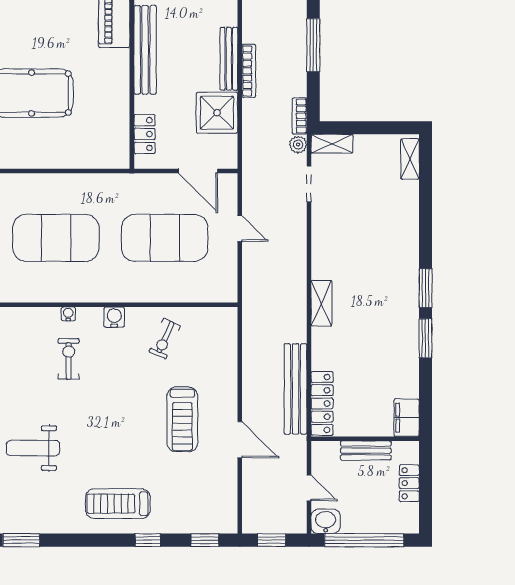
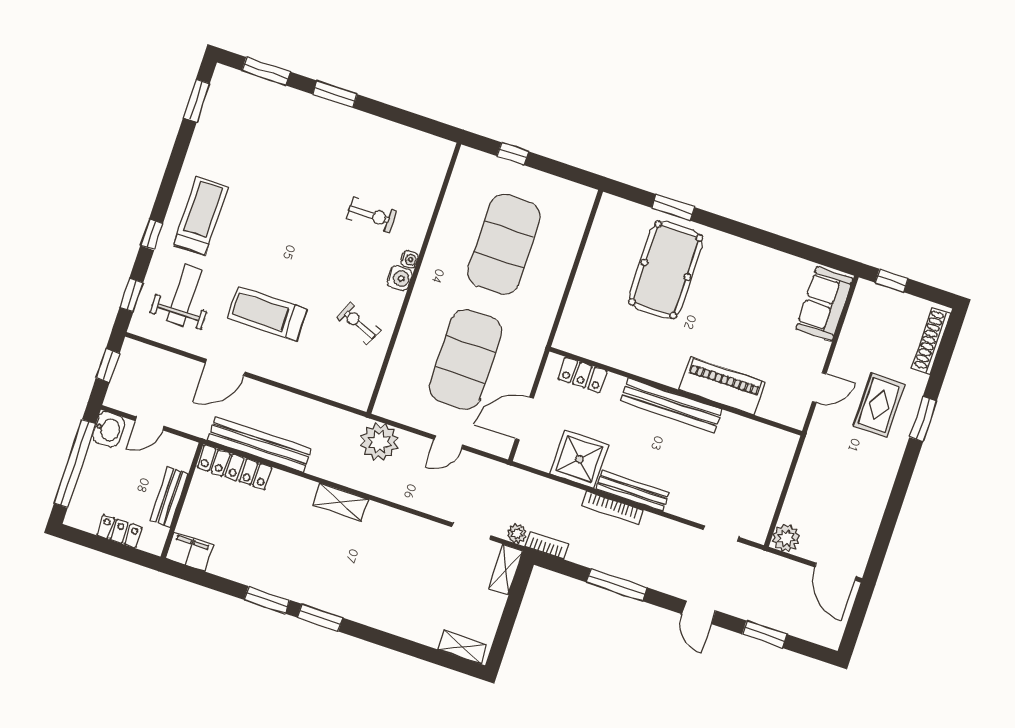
plant: (259, 288) -> (379, 442), added
water cooler: (68, 314) -> (410, 259), moved
weight bench: (33, 448) -> (184, 295), moved

